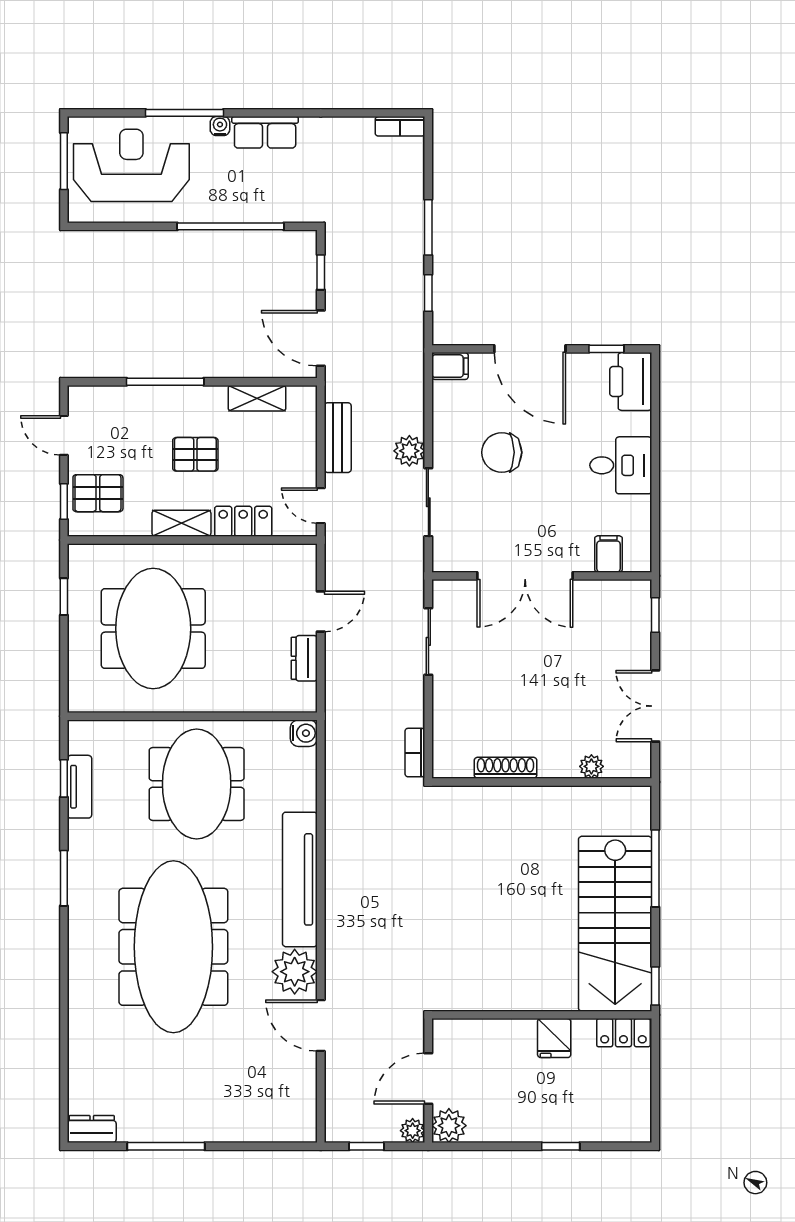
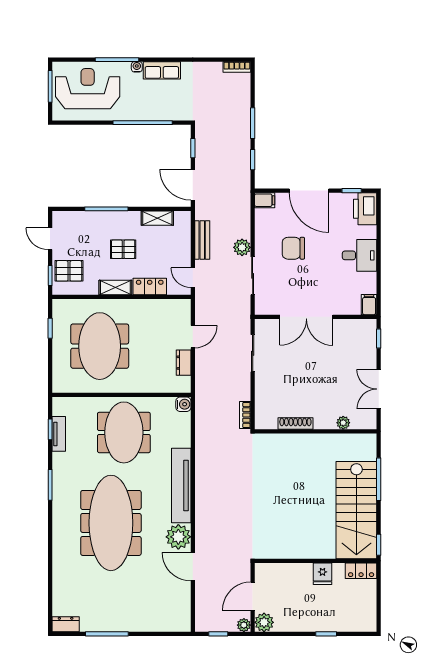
filing cabinet: (608, 554) -> (369, 305), moved

